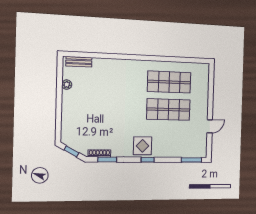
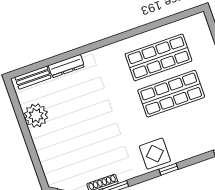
dresser: (105, 63) -> (66, 66), added
plant: (67, 85) -> (36, 116), width x1.88, depth x1.88

